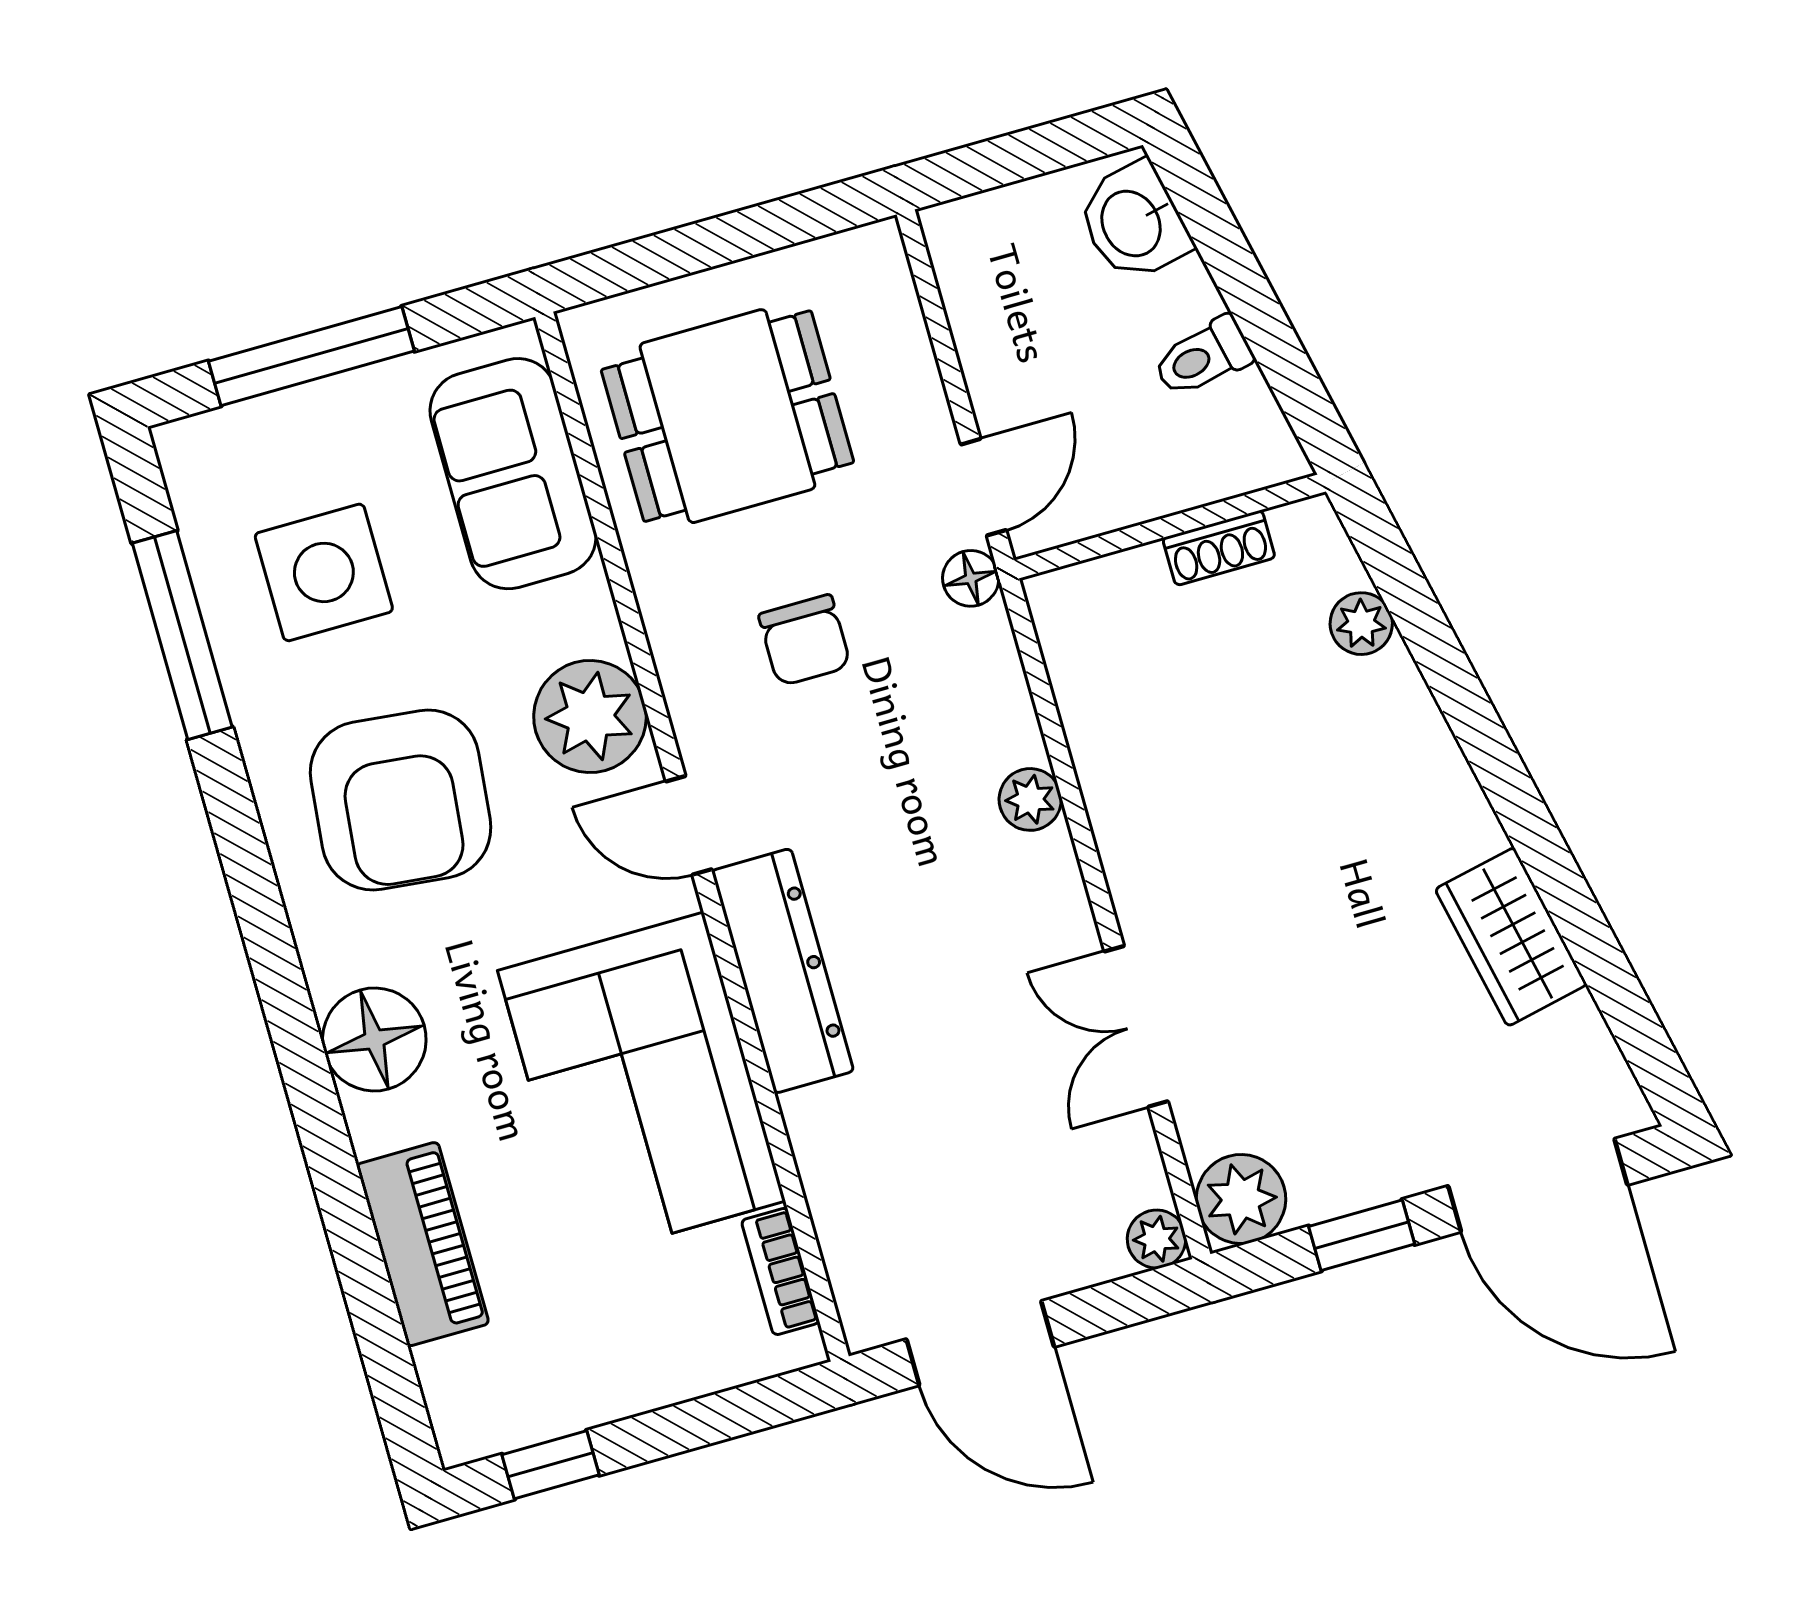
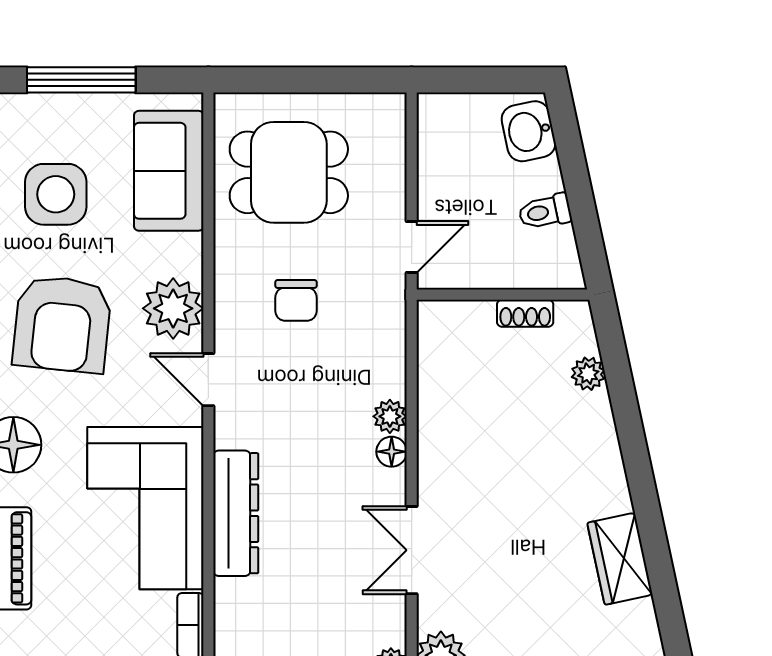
floor lamp: (971, 578) -> (392, 452), moved
dresser: (783, 971) -> (236, 513), moved

